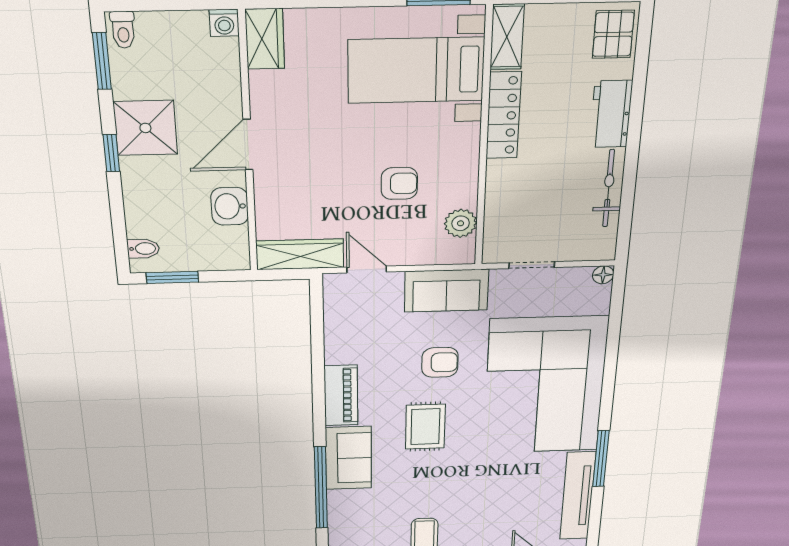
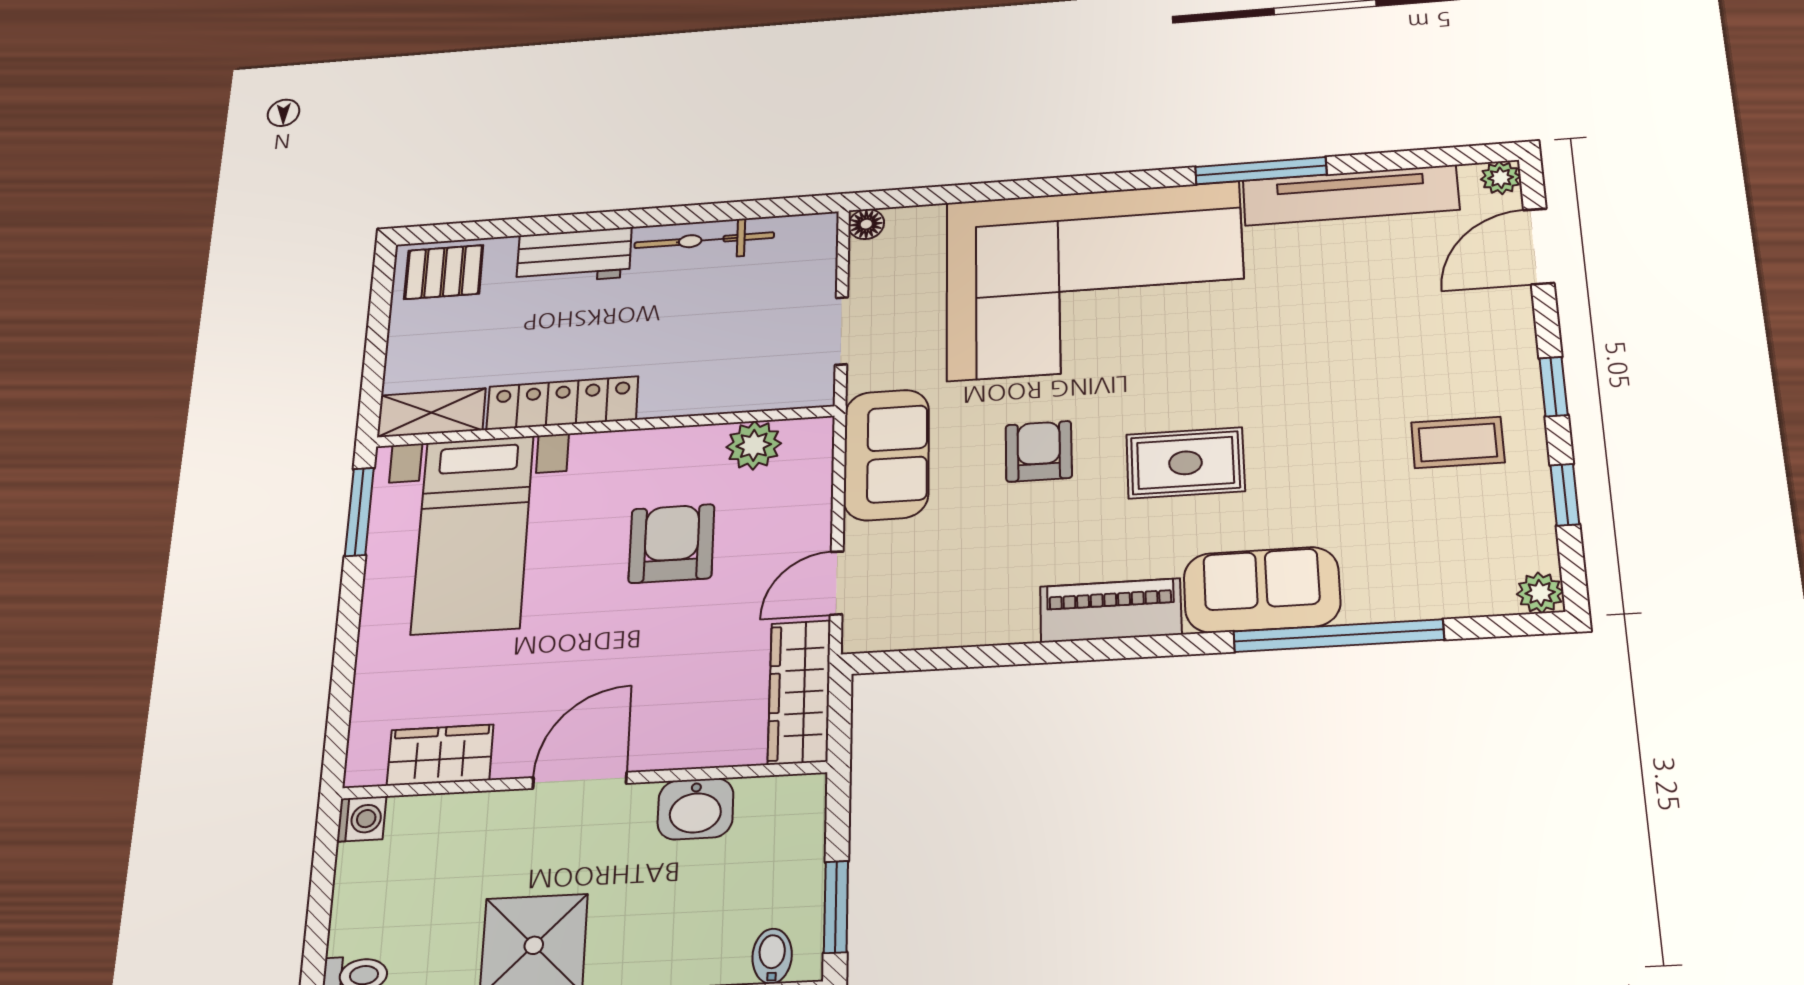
wardrobe: (265, 39) -> (440, 755), moved
door: (248, 145) -> (580, 780), swing flipped
armchair: (399, 183) -> (671, 544), width x1.38, depth x1.38

